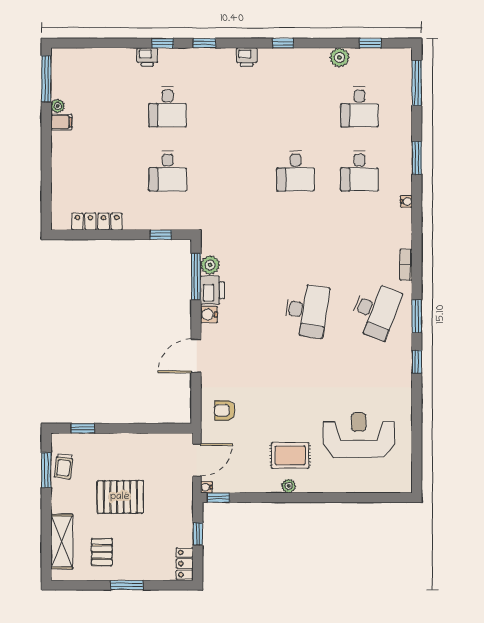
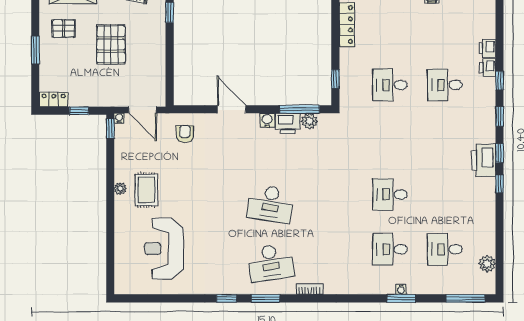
window: (370, 43) -> (500, 153), moved
printer: (125, 57) -> (487, 48), added
printer: (247, 57) -> (484, 160), width x1.87, depth x1.48
plant: (340, 57) -> (487, 264), moved
water cooler: (406, 201) -> (401, 289), moved
desk: (375, 310) -> (270, 263), turned -30
reception desk: (359, 435) -> (164, 249), turned 180

